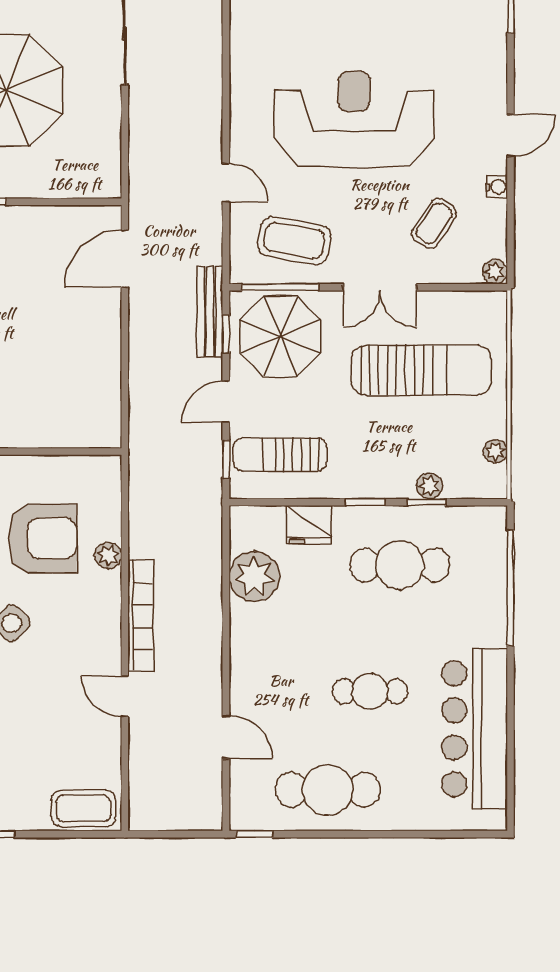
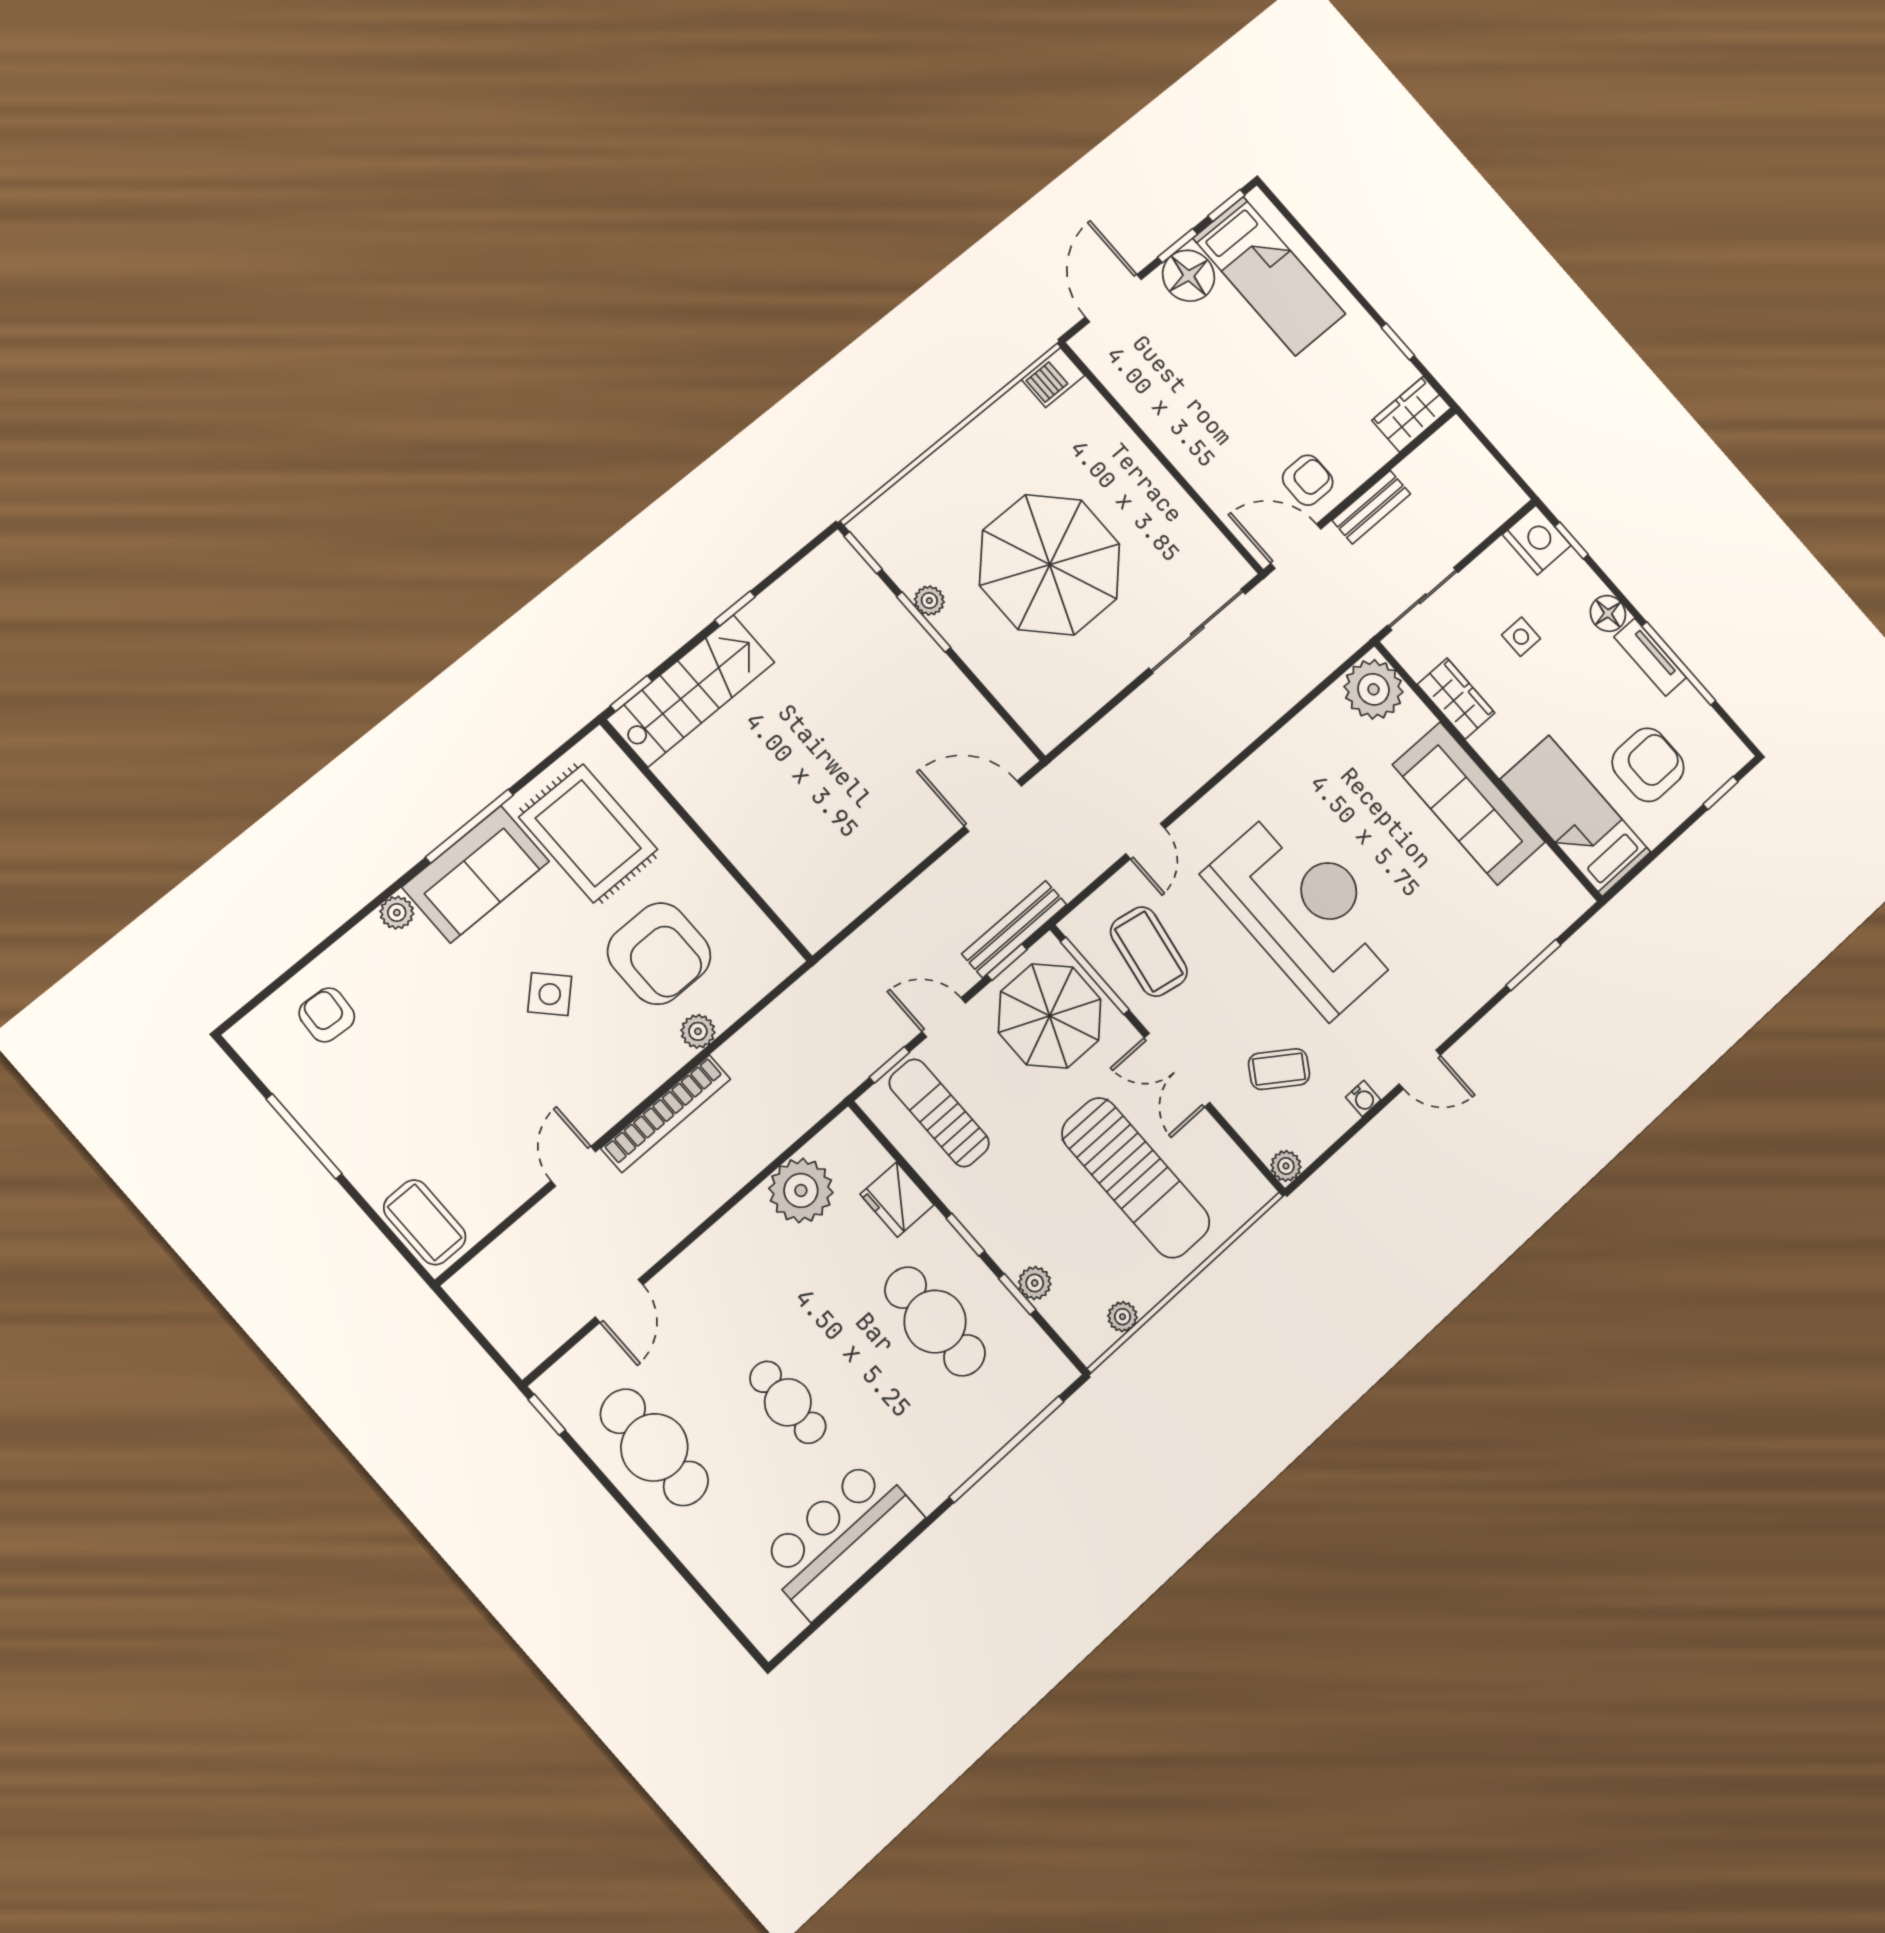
bar counter: (475, 729) -> (841, 1538), width x0.73

